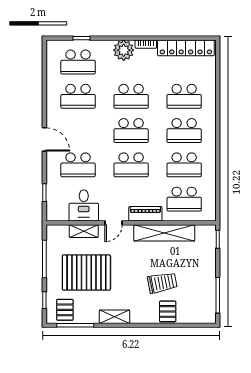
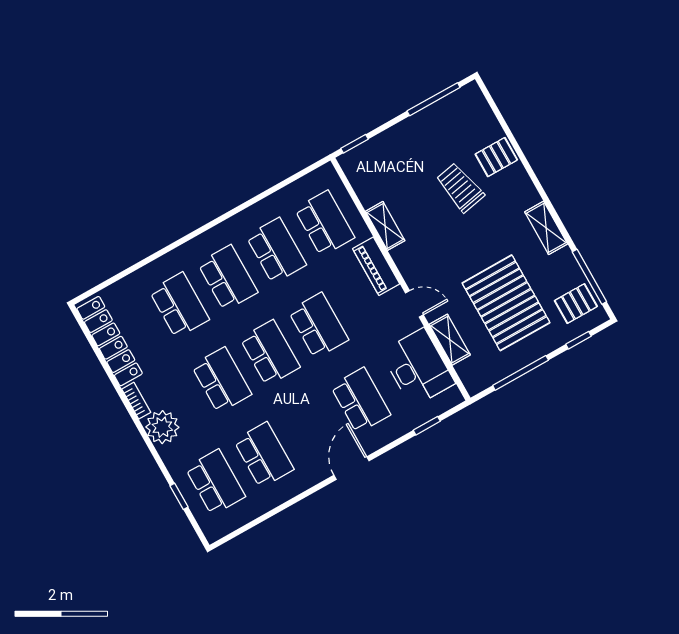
desk: (84, 206) -> (418, 368), width x1.37
shelving: (164, 233) -> (385, 226), width x0.45, depth x0.75

